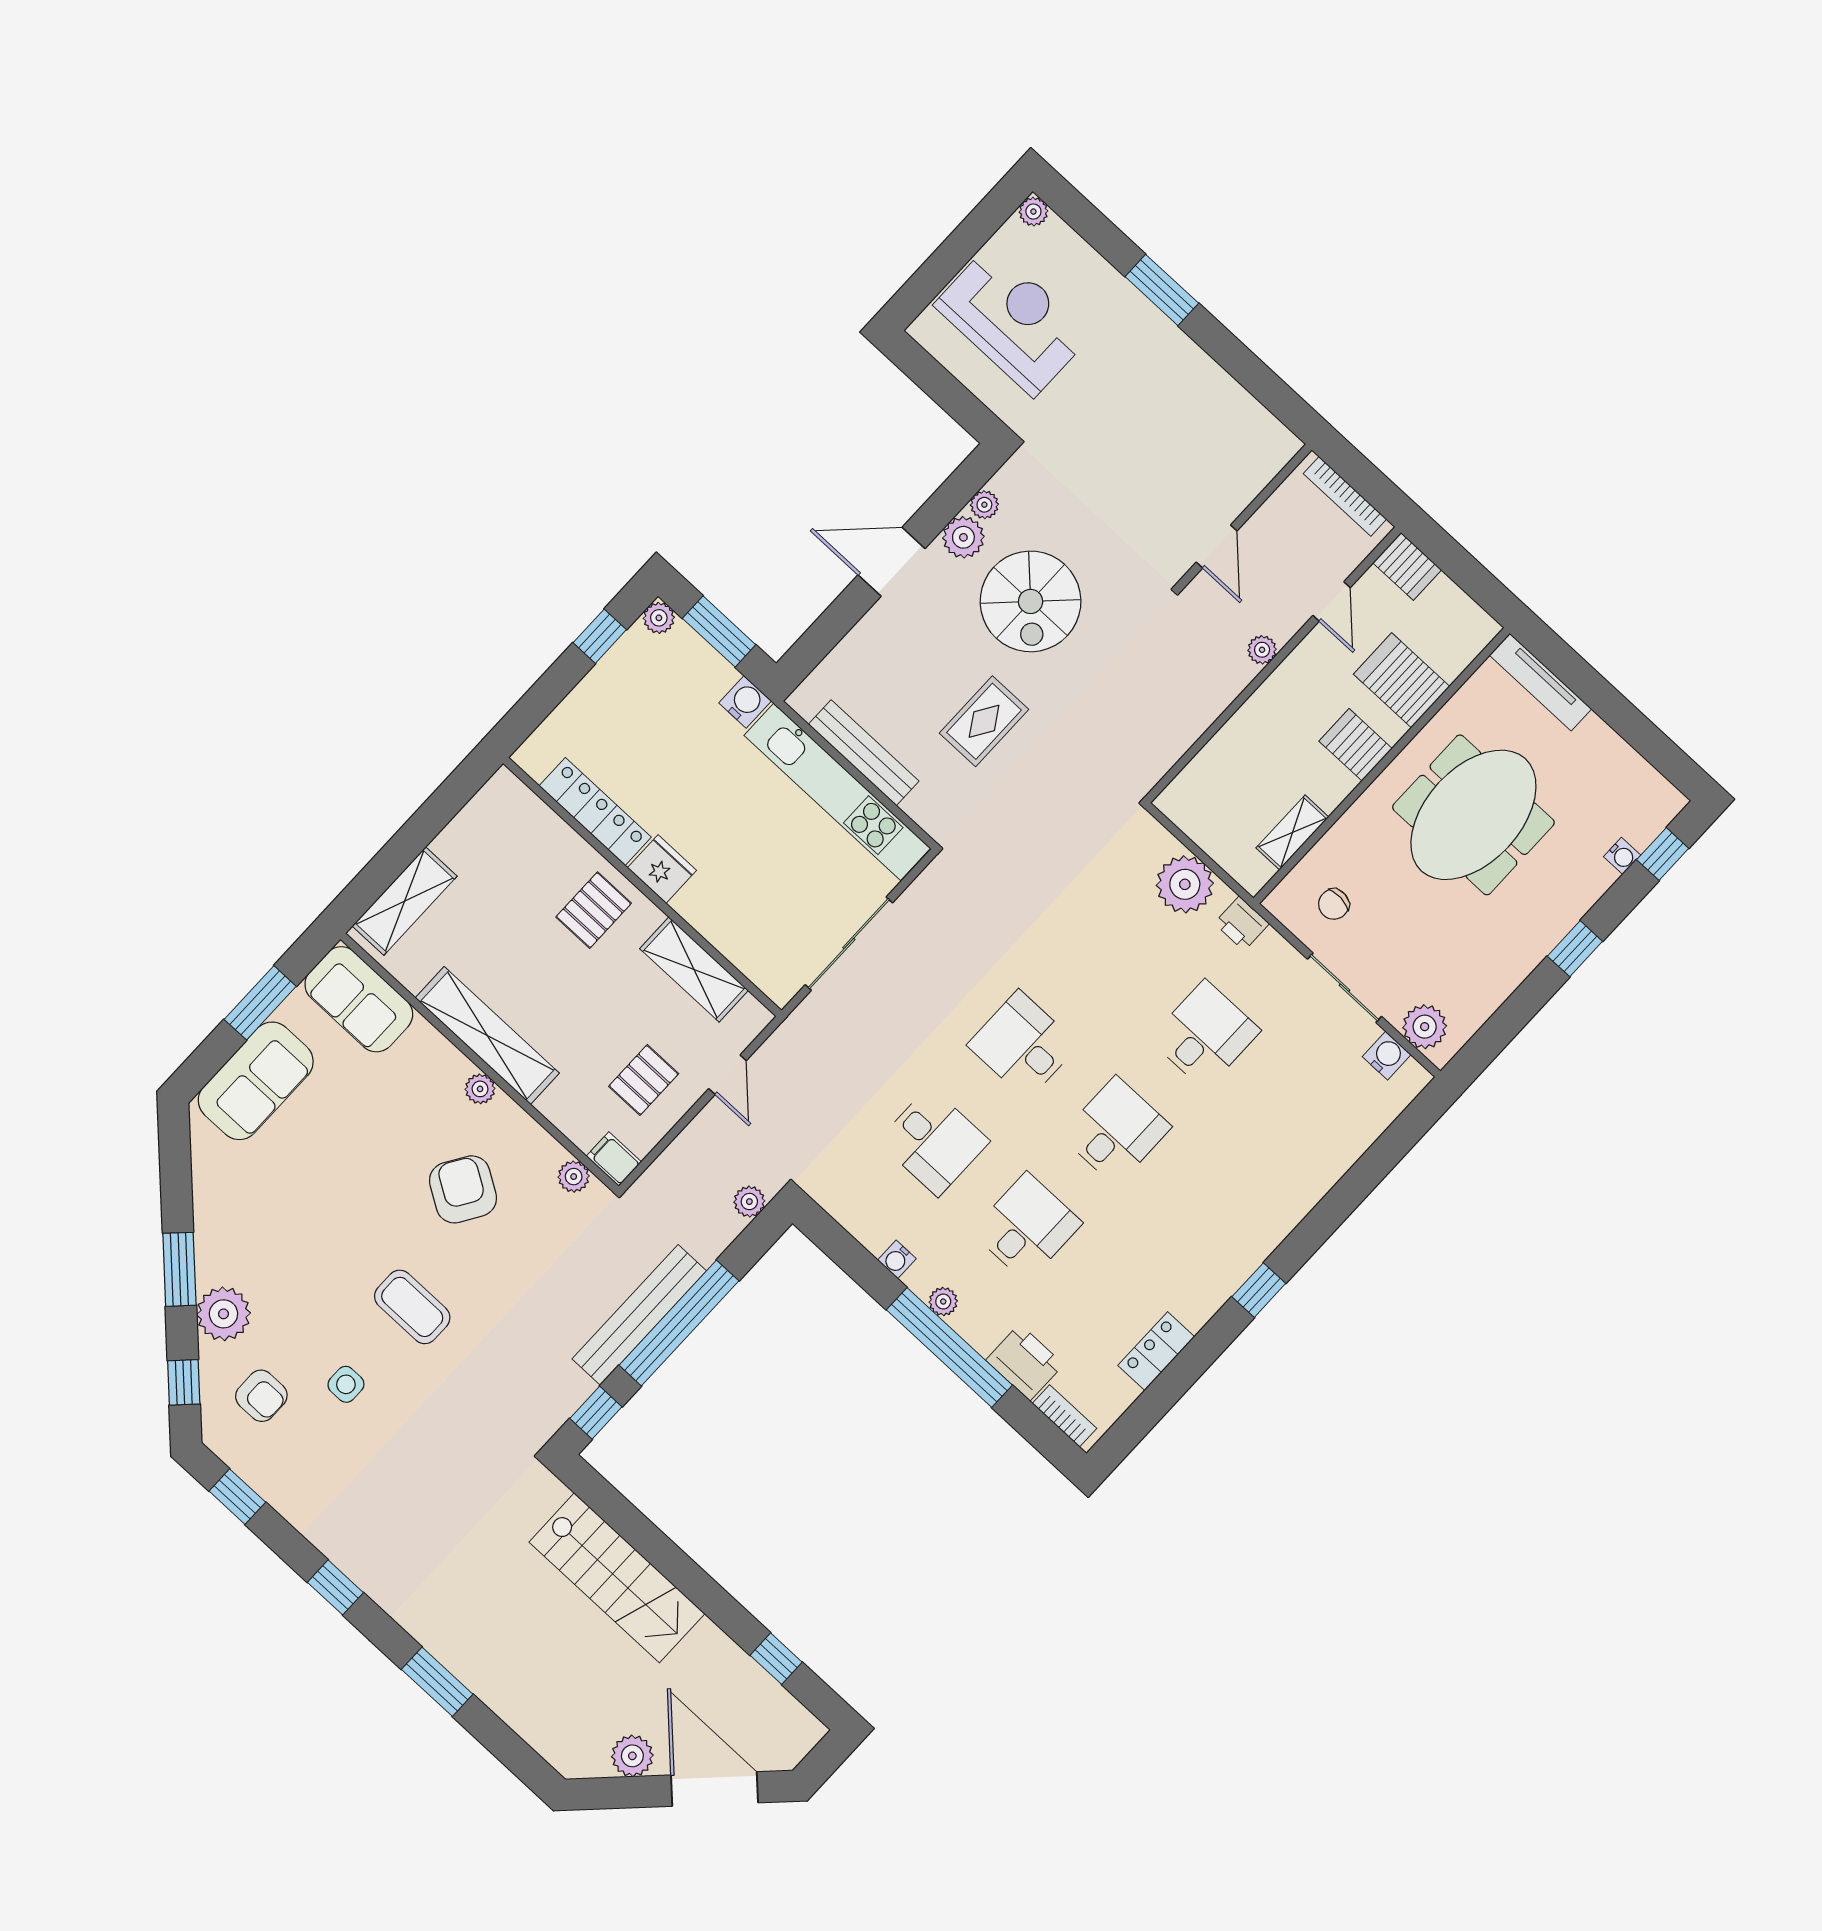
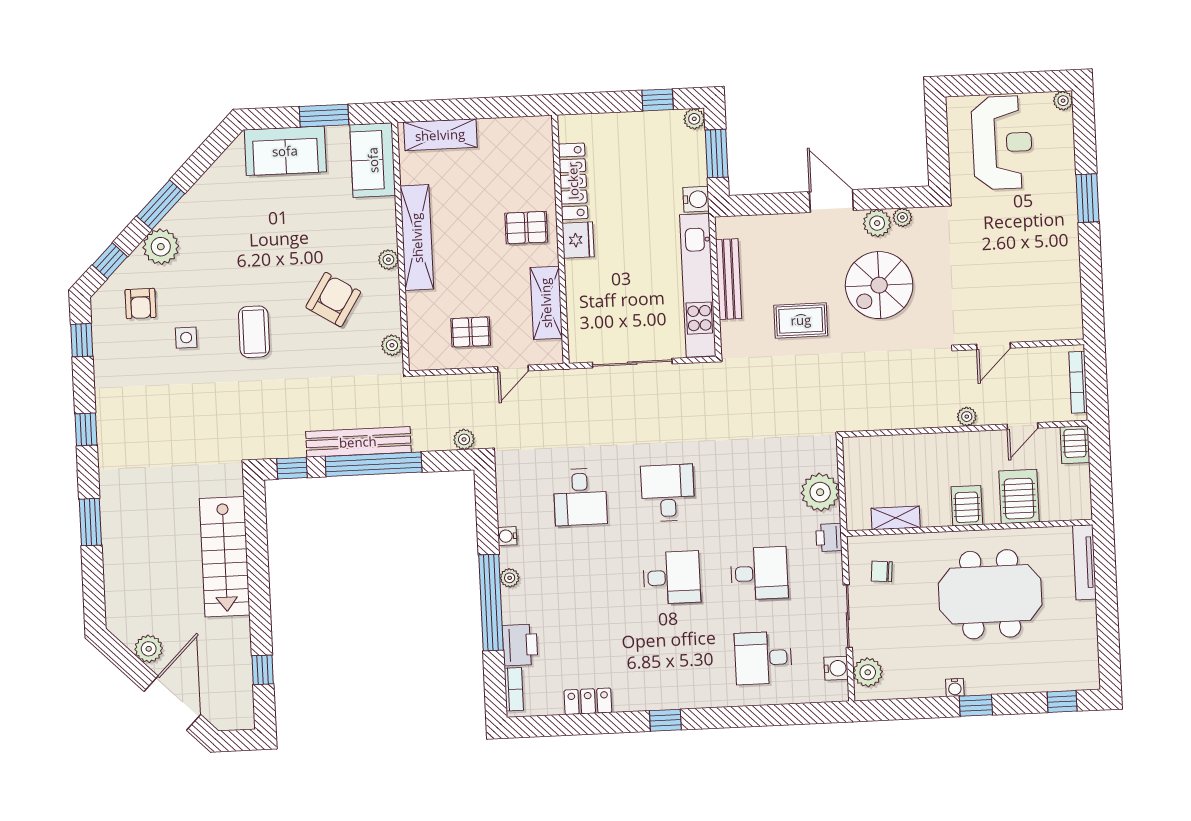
water cooler: (1622, 856) -> (955, 687), moved
filing cabinet: (614, 1159) -> (419, 356), removed
desk: (1027, 1227) -> (763, 658), moved, turned 180

